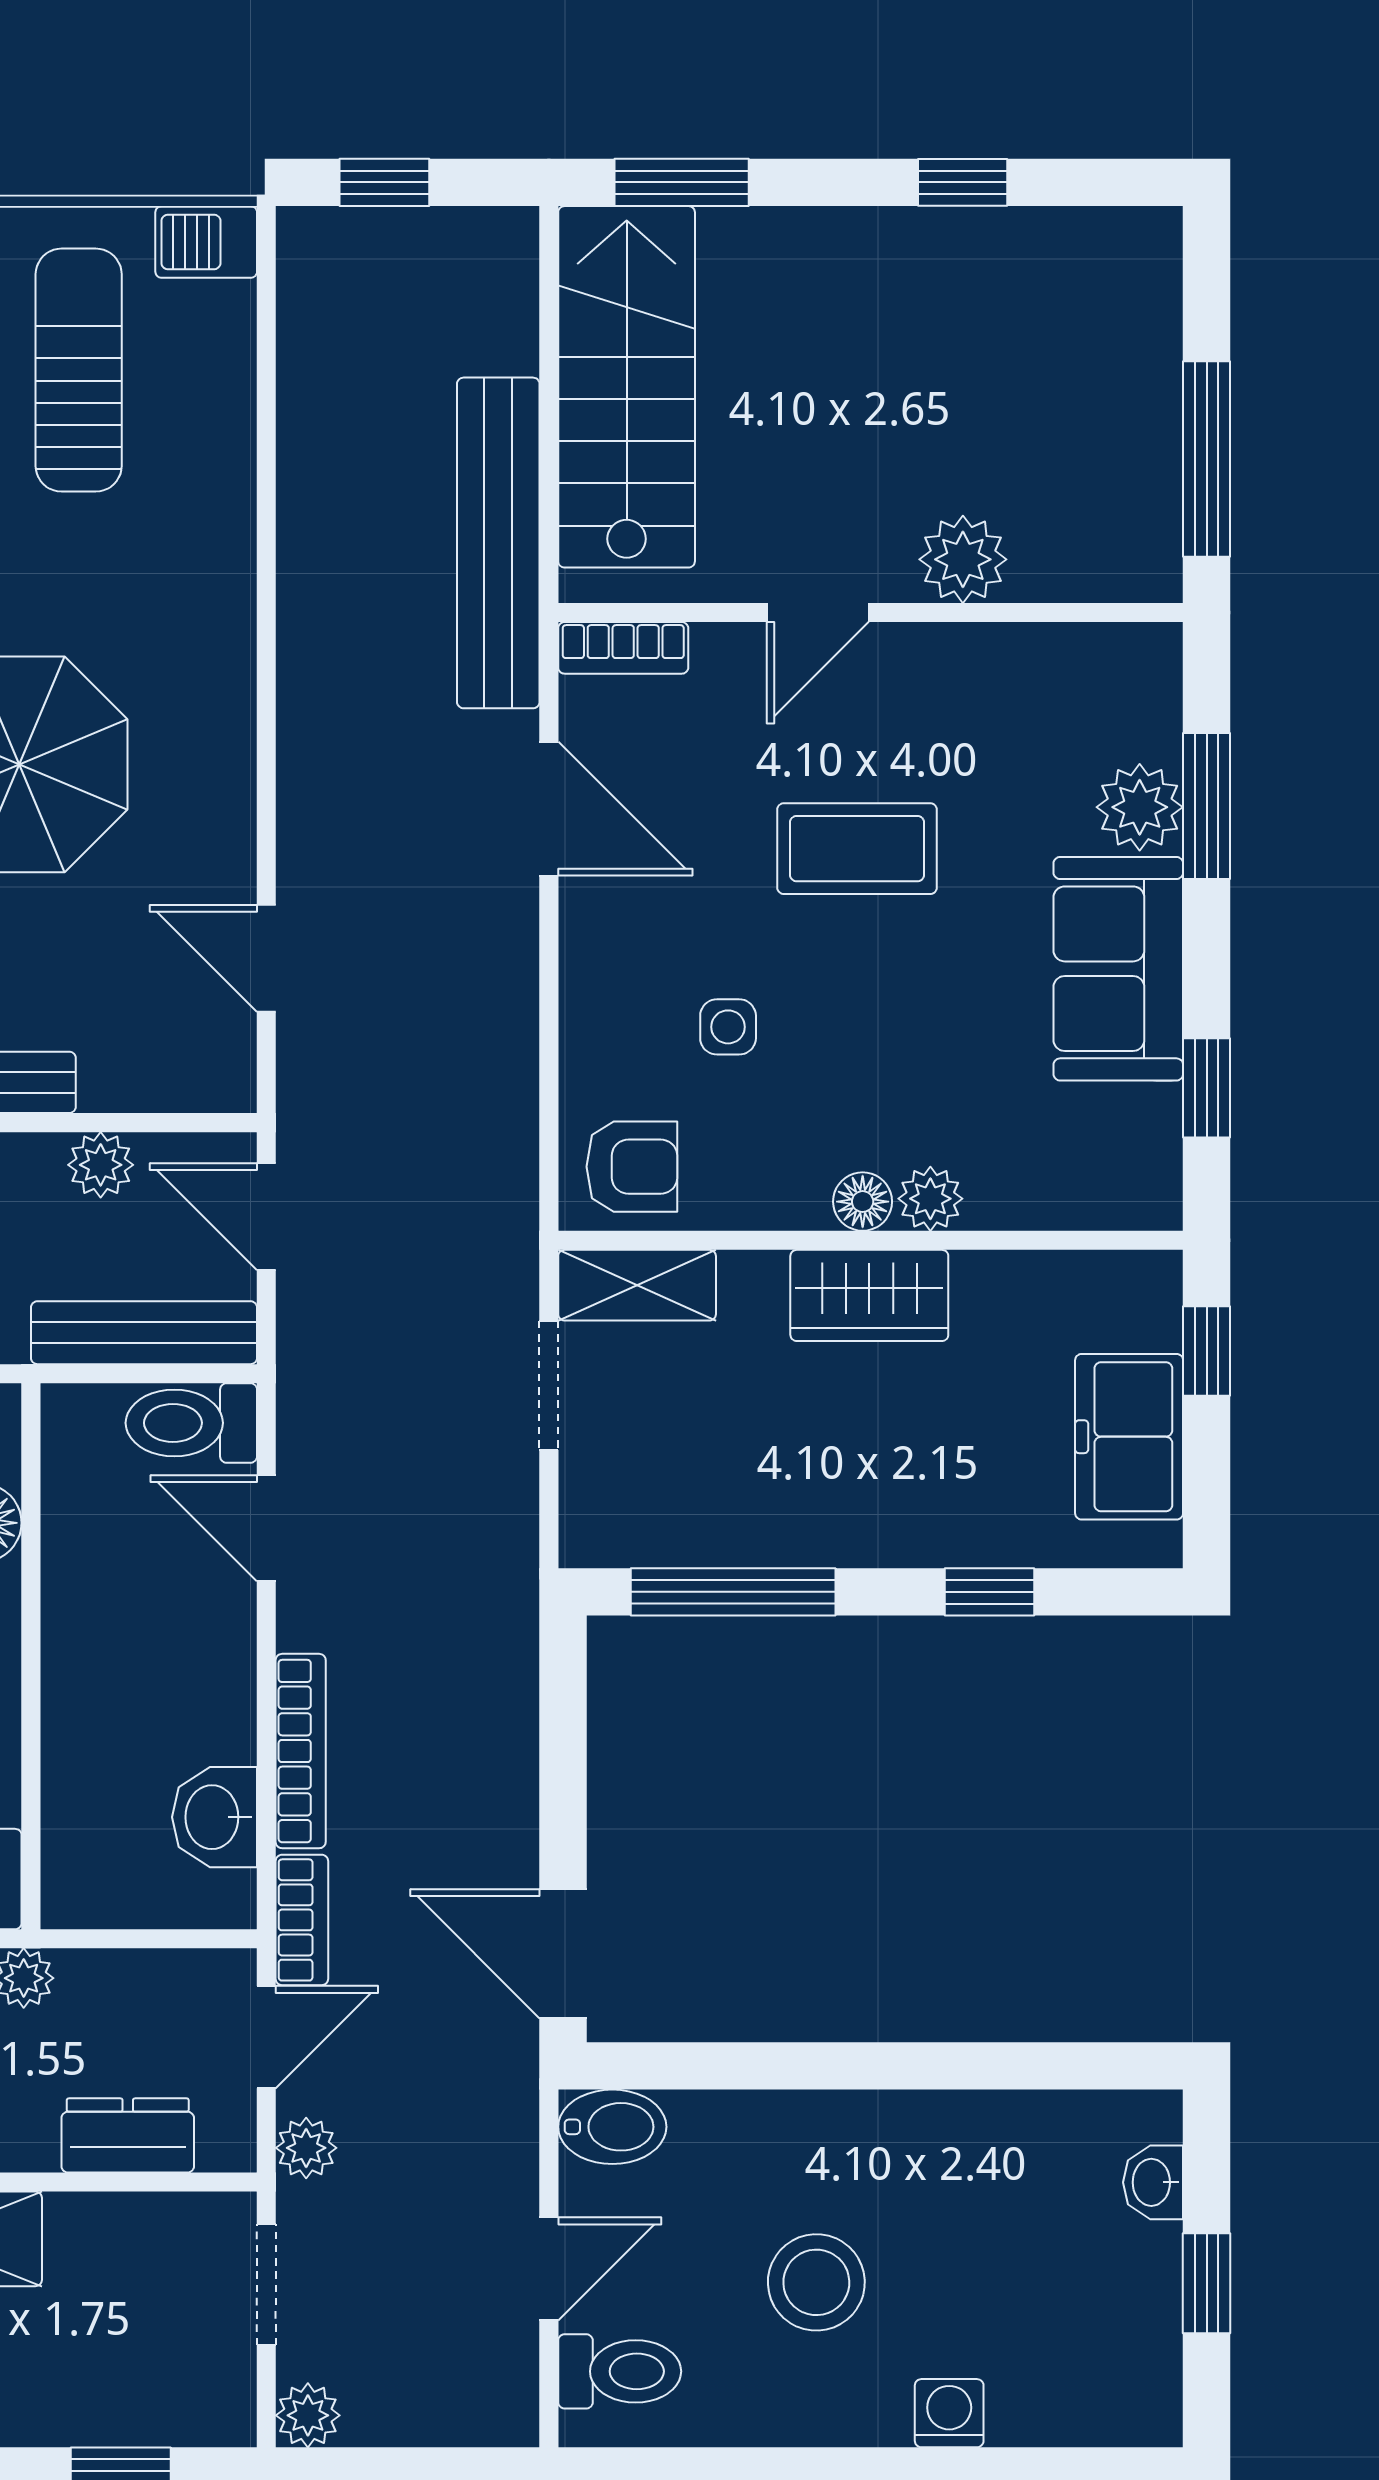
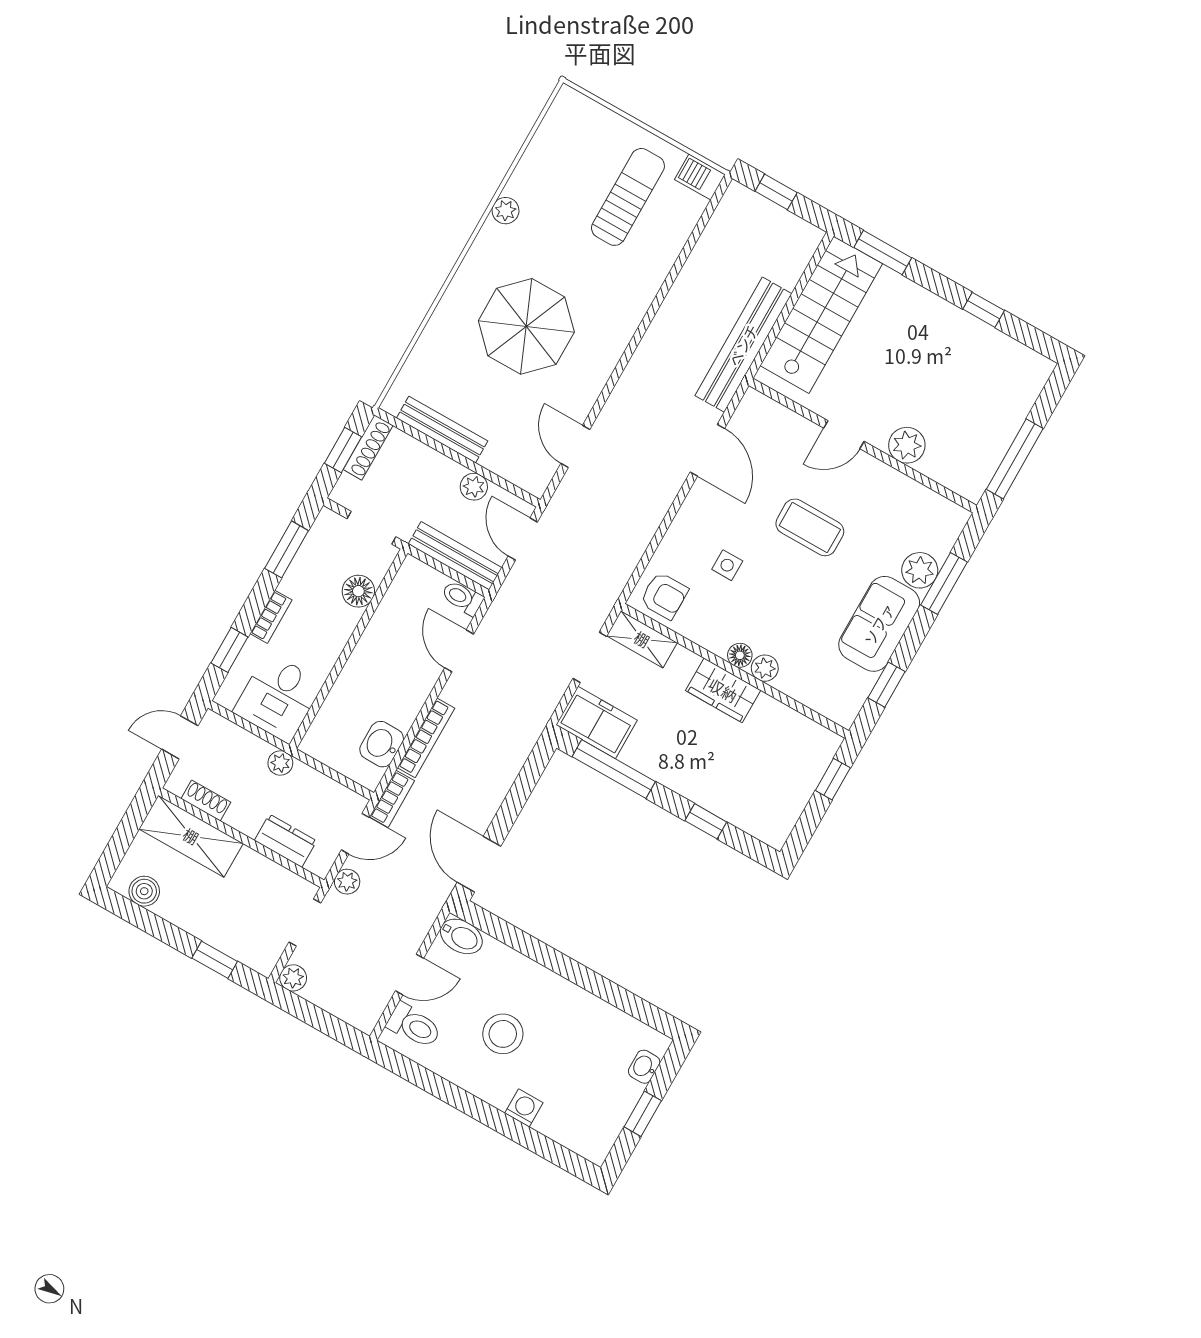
bookcase: (623, 648) -> (767, 408), removed
toilet: (191, 1423) -> (462, 598), width x0.73, depth x0.72
freezer: (1129, 1437) -> (597, 722), moved, turned 90

